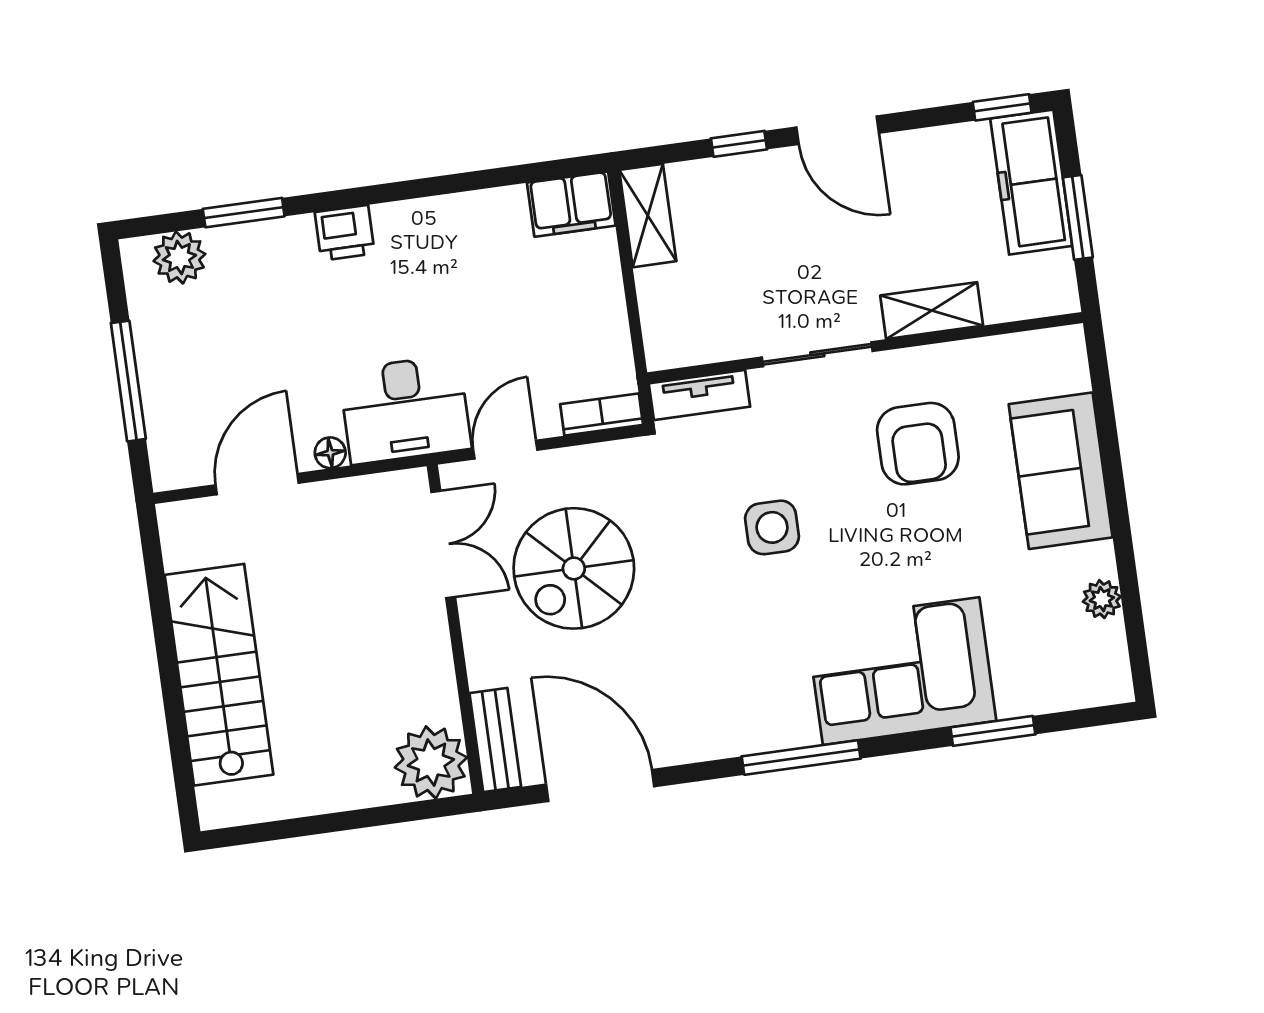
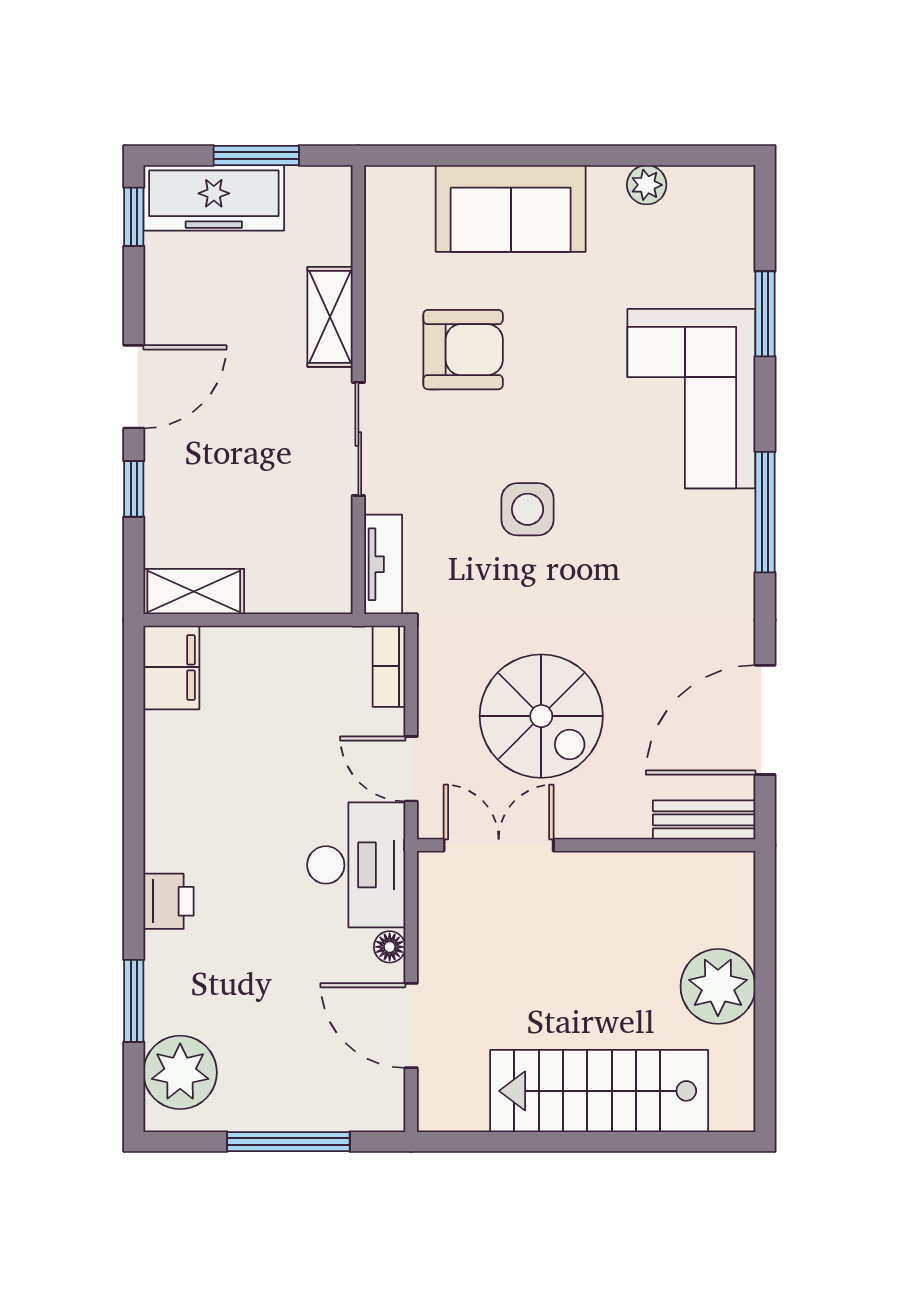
plant: (179, 257) -> (180, 1072), width x1.36, depth x1.36
plant: (431, 763) -> (718, 986), moved

